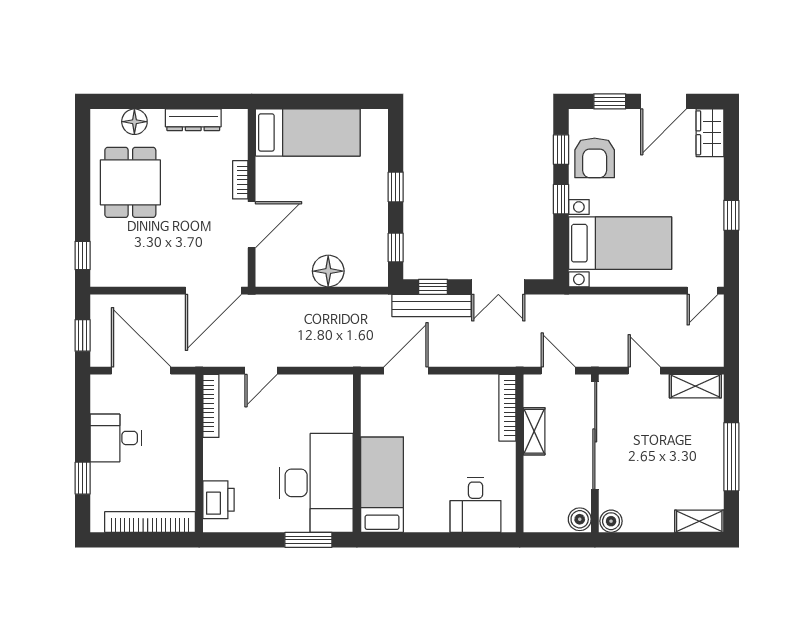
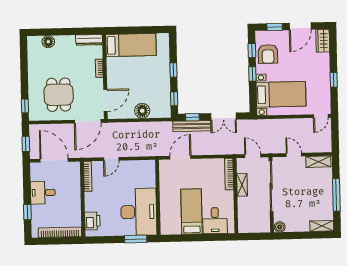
dresser: (193, 120) -> (89, 40), moved
dining table: (130, 182) -> (59, 95), moved
door: (252, 225) -> (105, 100), moved
bed: (382, 485) -> (192, 212), moved
boiler: (580, 519) -> (265, 226), removed

